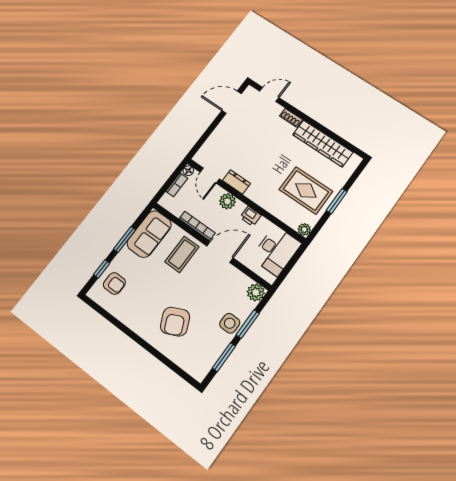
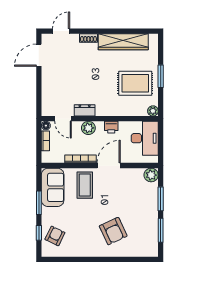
armchair: (114, 283) -> (55, 236), turned -64
side table: (230, 323) -> (149, 207), removed

